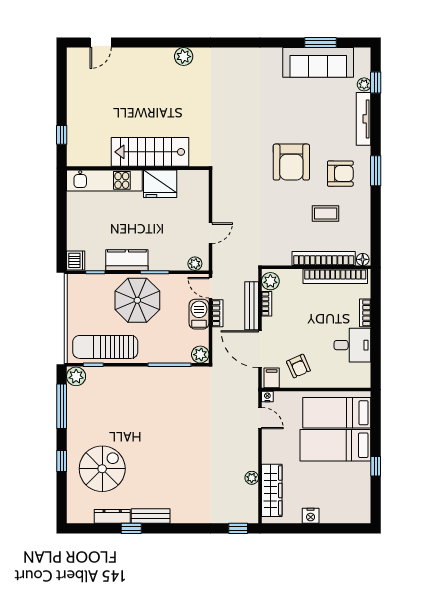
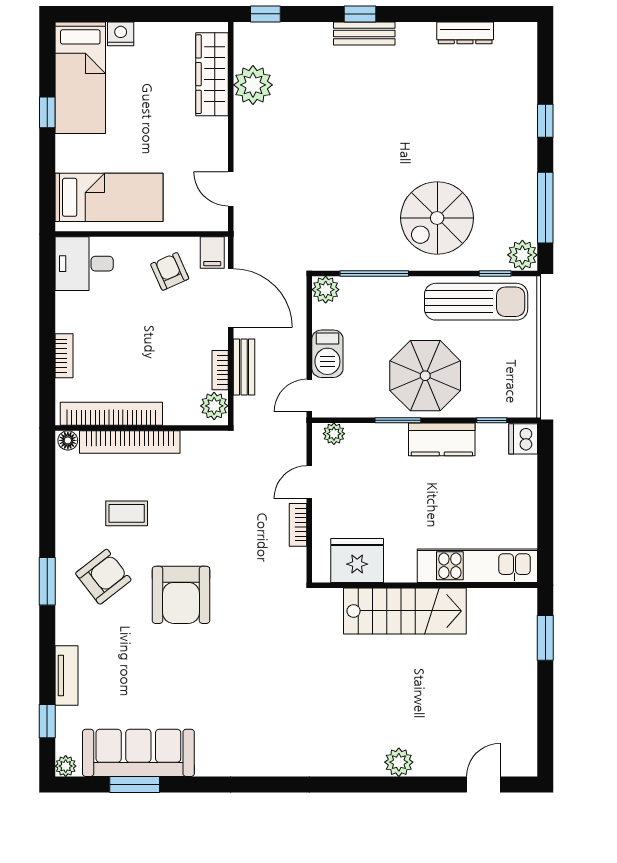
plant: (184, 57) -> (399, 762), moved
plant: (364, 84) -> (66, 766), moved
tv unit: (364, 119) -> (67, 676), width x0.71
window: (62, 135) -> (545, 638), width x1.50
armchair: (291, 162) -> (181, 595), turned 180
armchair: (340, 174) -> (103, 577), turned 142
fridge: (160, 184) -> (357, 560), moved
door: (210, 288) -> (309, 396), swing flipped
bench: (252, 306) -> (244, 367), width x0.73
bookcase: (217, 313) -> (298, 525), moved
desk: (352, 345) -> (84, 264), moved
nightstand: (267, 397) -> (219, 223), removed
bed: (335, 445) -> (80, 78), moved, turned 90
spiral stairs: (102, 469) -> (437, 218), moved
plant: (252, 478) -> (253, 85), width x1.88, depth x1.88
bench: (151, 516) -> (364, 33), moved
nightstand: (311, 516) -> (121, 34), moved
window: (131, 528) -> (360, 14), moved

